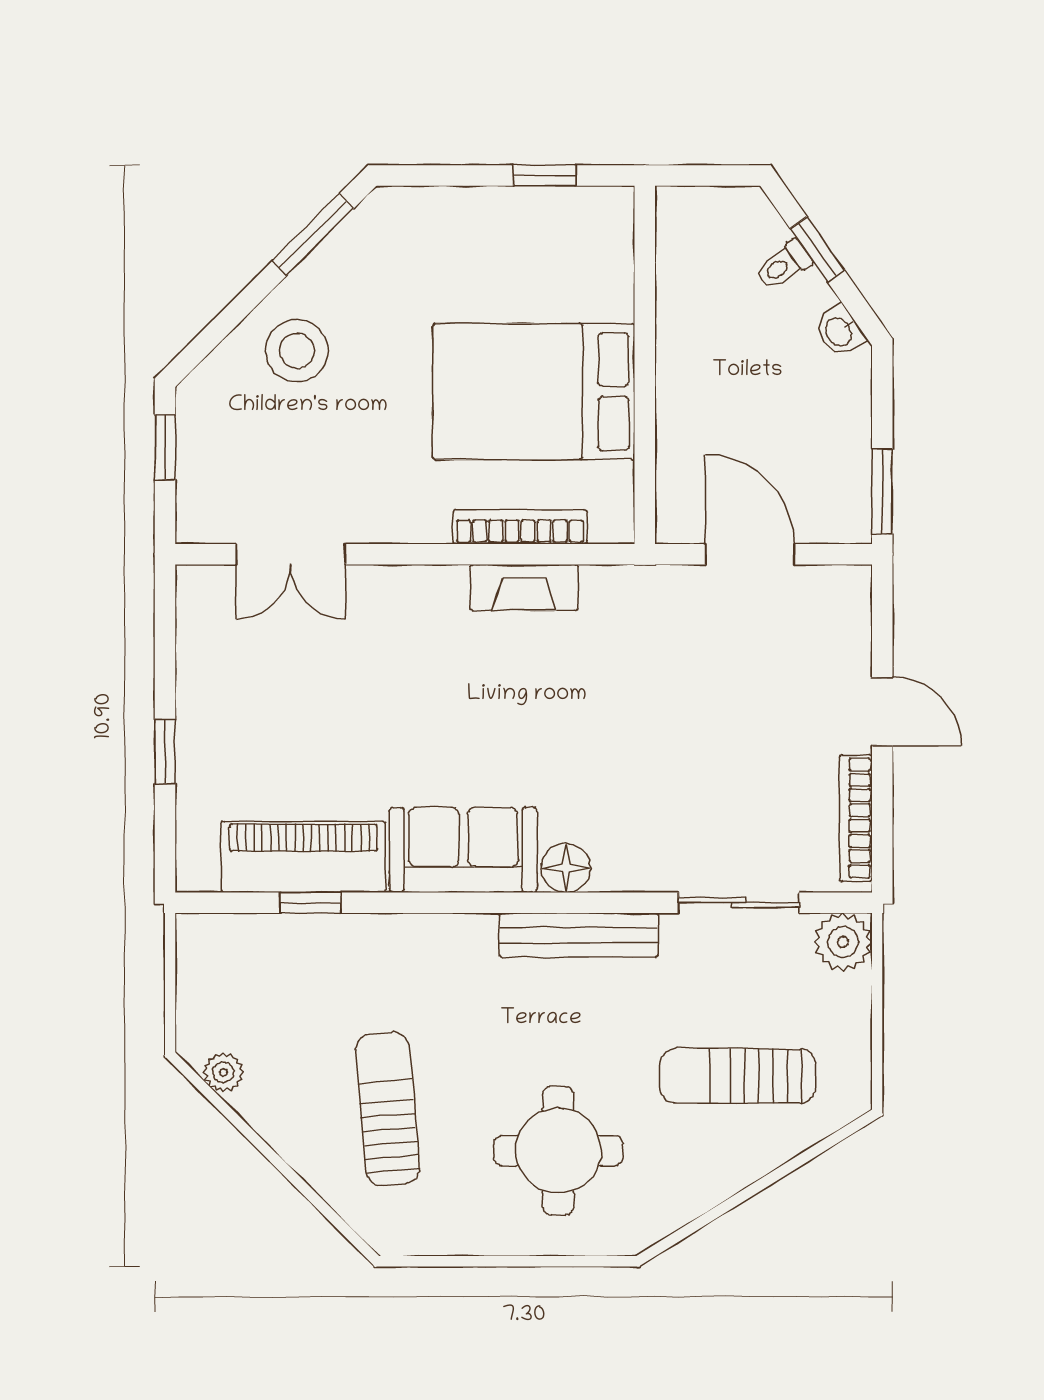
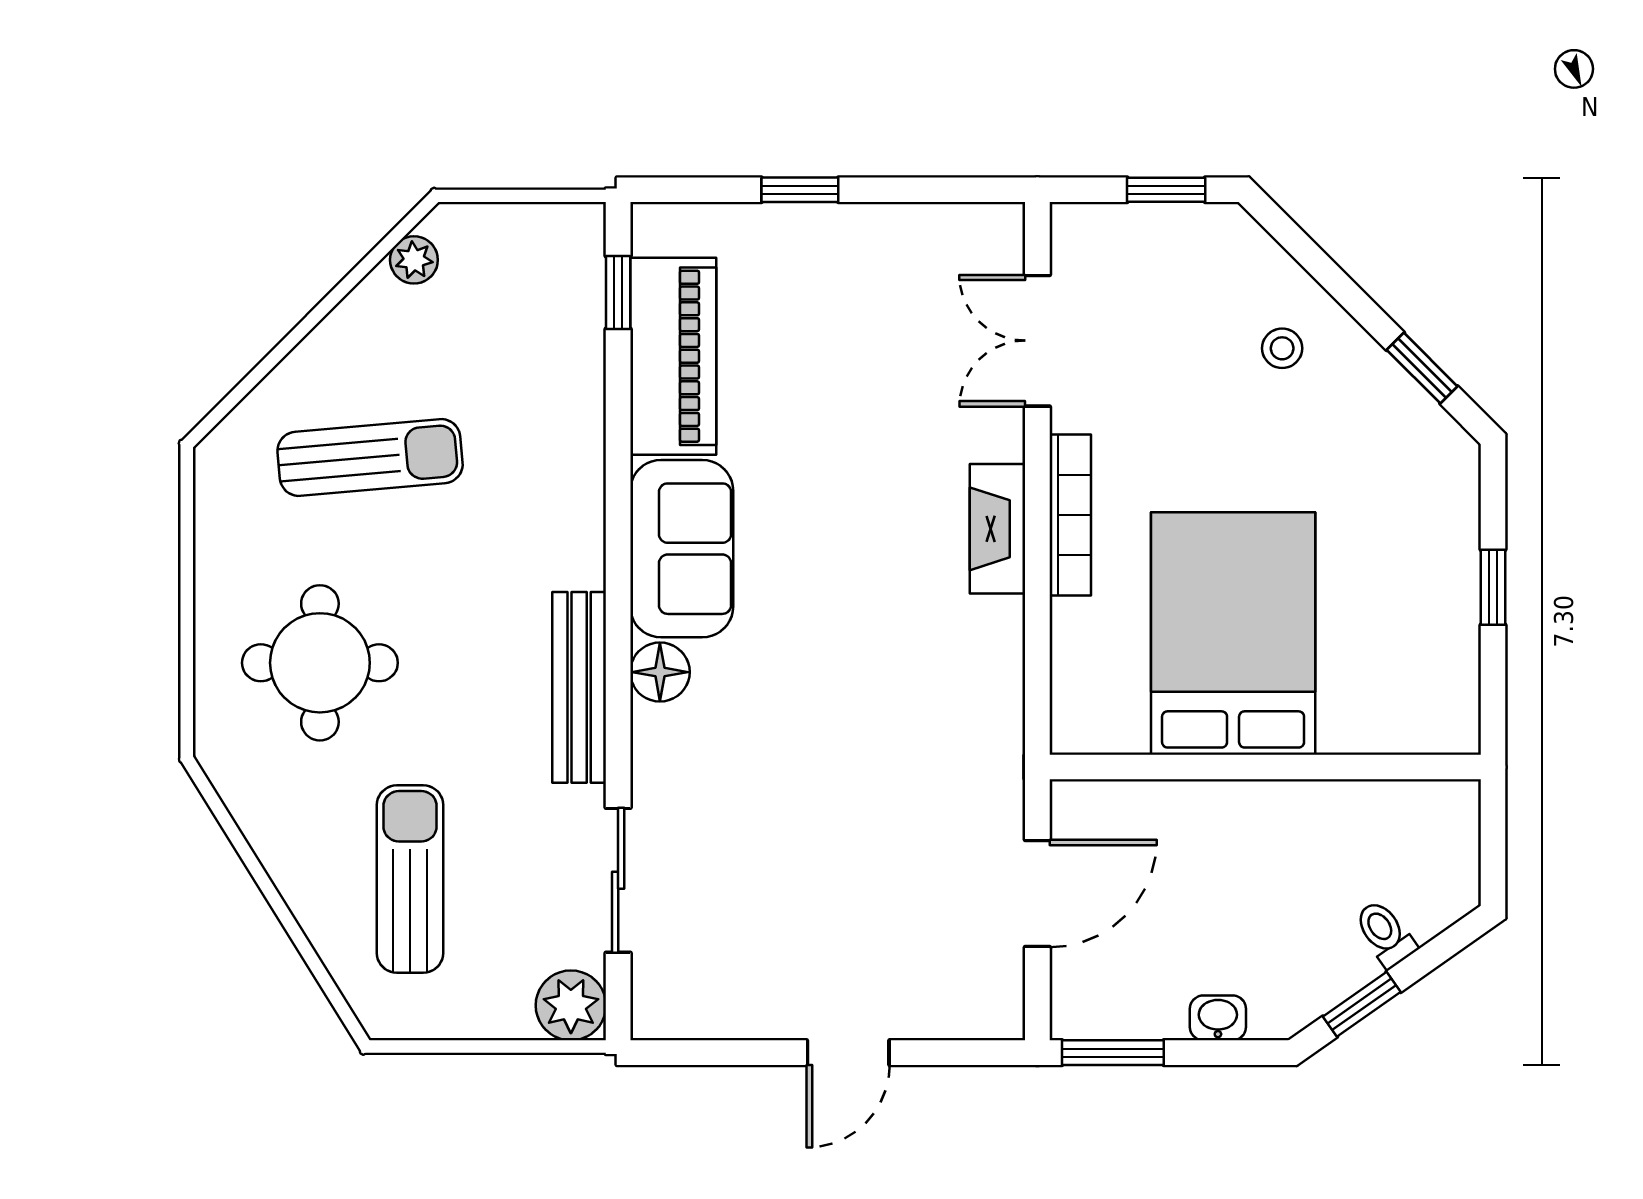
window: (545, 175) -> (1493, 587), moved
window: (313, 235) -> (1422, 368), width x0.67
window: (817, 249) -> (1362, 1004), moved
washbasin: (839, 331) -> (1218, 1018), moved, turned 35
stool: (297, 351) -> (1282, 348), width x0.53, depth x0.53
bookcase: (520, 527) -> (1070, 515), moved
fireplace: (524, 587) -> (998, 529), moved
bookcase: (856, 818) -> (720, 1021), removed
window: (311, 903) -> (618, 293), moved

